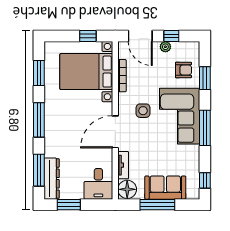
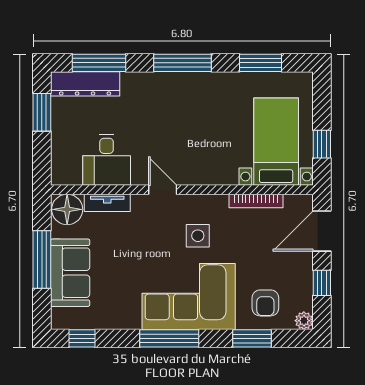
plant: (165, 47) -> (304, 321), moved
bed with nightstands: (86, 72) -> (276, 142), width x0.73
door: (115, 132) -> (163, 190), width x0.53
desk: (98, 184) -> (107, 160), moved, turned -90

